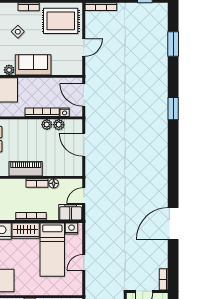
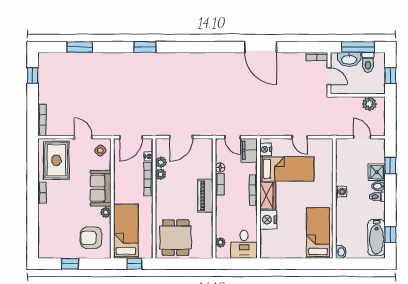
side table: (18, 32) -> (100, 150), moved

